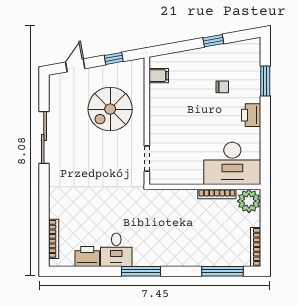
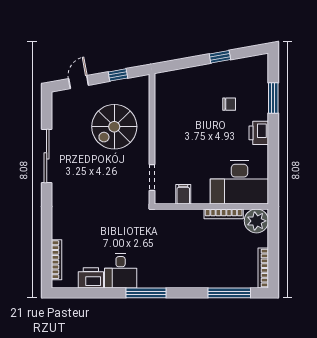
filing cabinet: (159, 76) -> (183, 194), moved, turned -90

